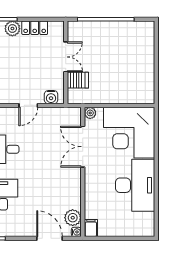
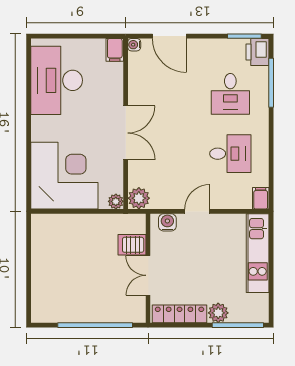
locker: (35, 28) -> (180, 314), width x1.53
double door: (83, 147) -> (126, 133), moved
desk: (135, 185) -> (57, 80), moved
plant: (73, 218) -> (139, 198), moved

